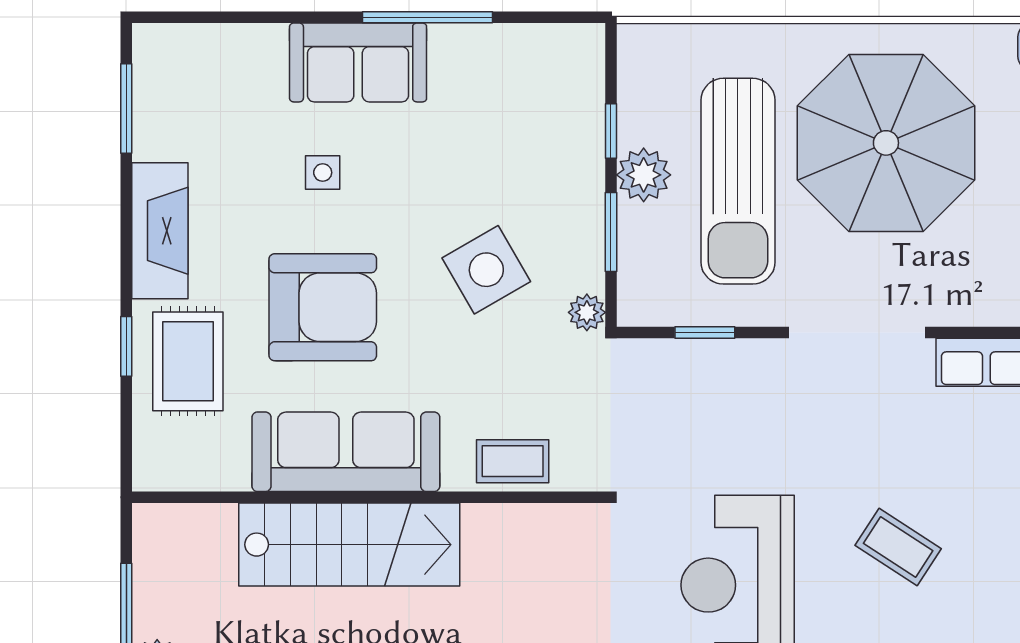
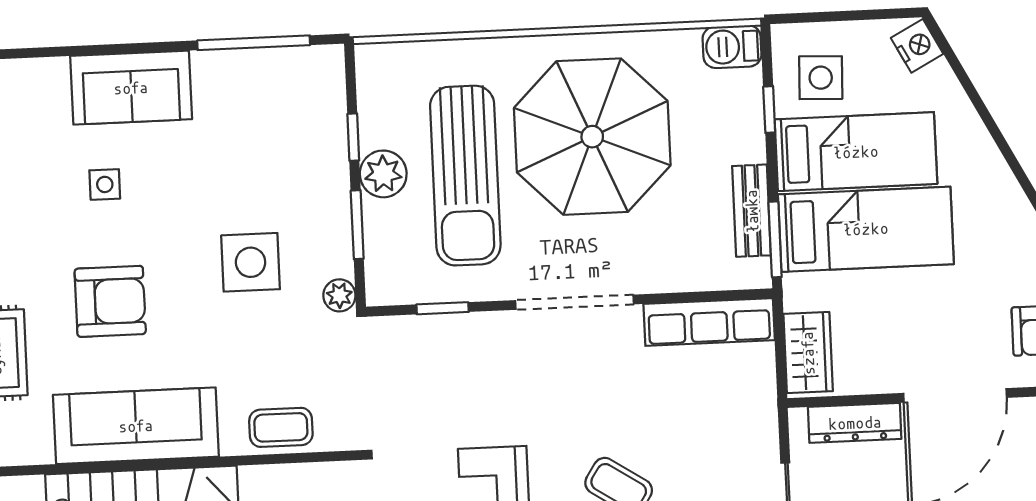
window: (427, 17) -> (254, 43), moved
side table: (486, 270) -> (251, 262), turned 30
armchair: (323, 307) -> (110, 301), width x0.73, depth x0.73

